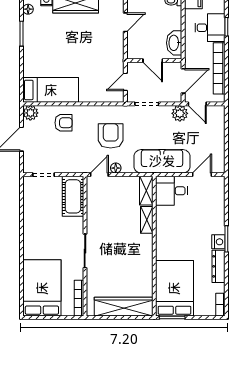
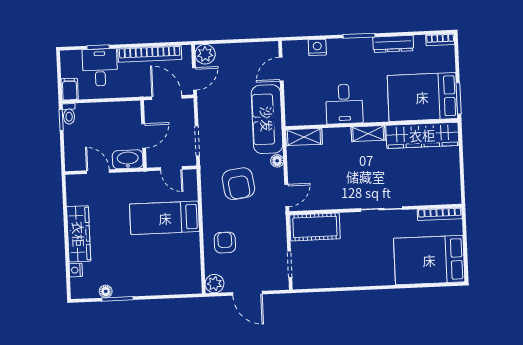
floor lamp: (28, 9) -> (106, 291), moved
washbasin: (174, 43) -> (128, 159), moved, turned 180
bed: (51, 90) -> (165, 218), moved, turned -90
plant: (180, 113) -> (205, 54), moved
armchair: (111, 136) -> (238, 184), turned -98
floor lamp: (116, 168) -> (277, 161), moved
door: (99, 175) -> (287, 195), swing flipped
door: (202, 175) -> (281, 69), hinge flipped
desk: (172, 191) -> (344, 104), moved
shelving: (147, 220) -> (368, 134), moved
nightstand: (218, 242) -> (317, 47), moved
wardrobe: (124, 307) -> (422, 135), moved, turned -90

